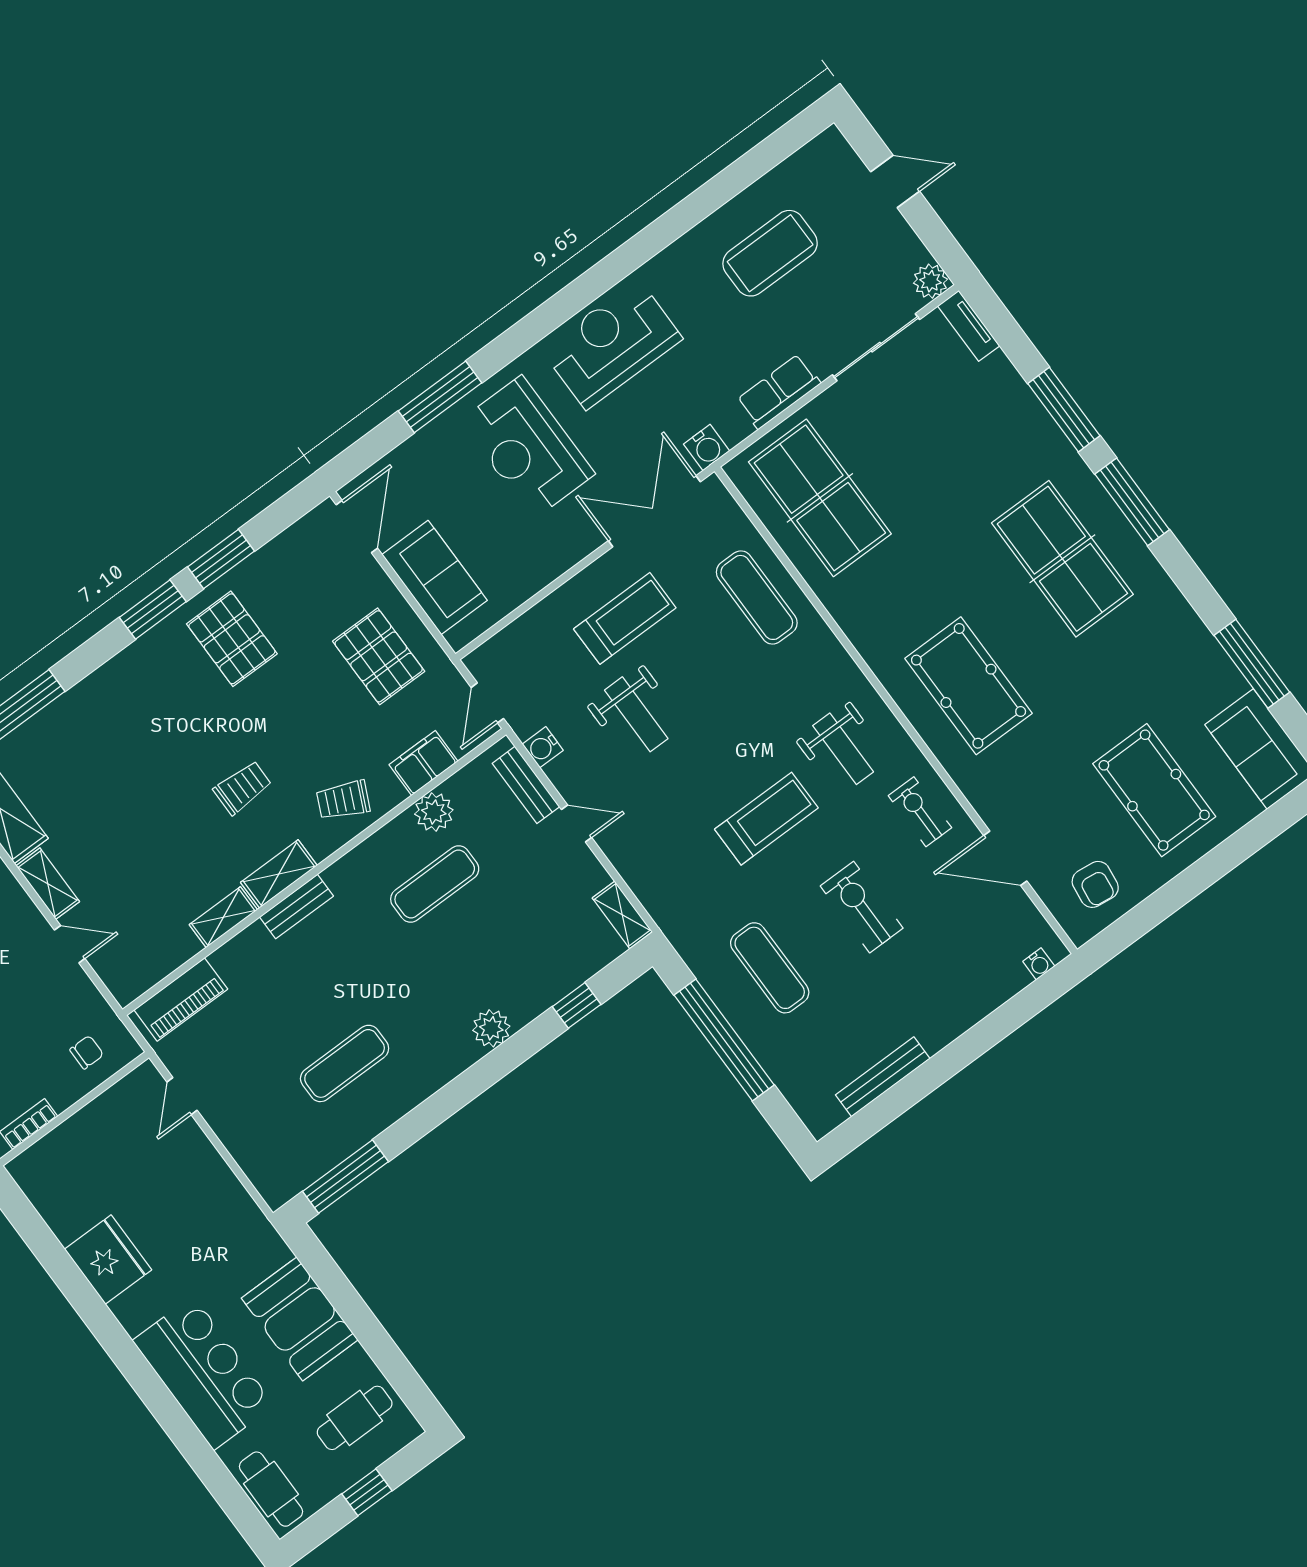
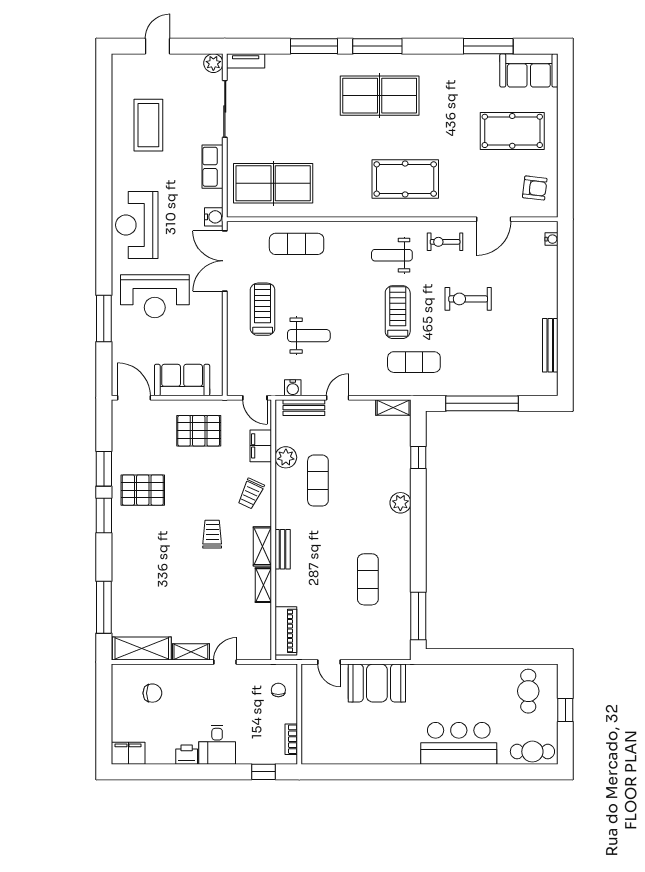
weight bench: (843, 749) -> (392, 255), turned 180
exercise mat: (770, 968) -> (414, 362), moved
fridge: (108, 1259) -> (377, 748), removed
booth: (300, 1319) -> (377, 683), moved

